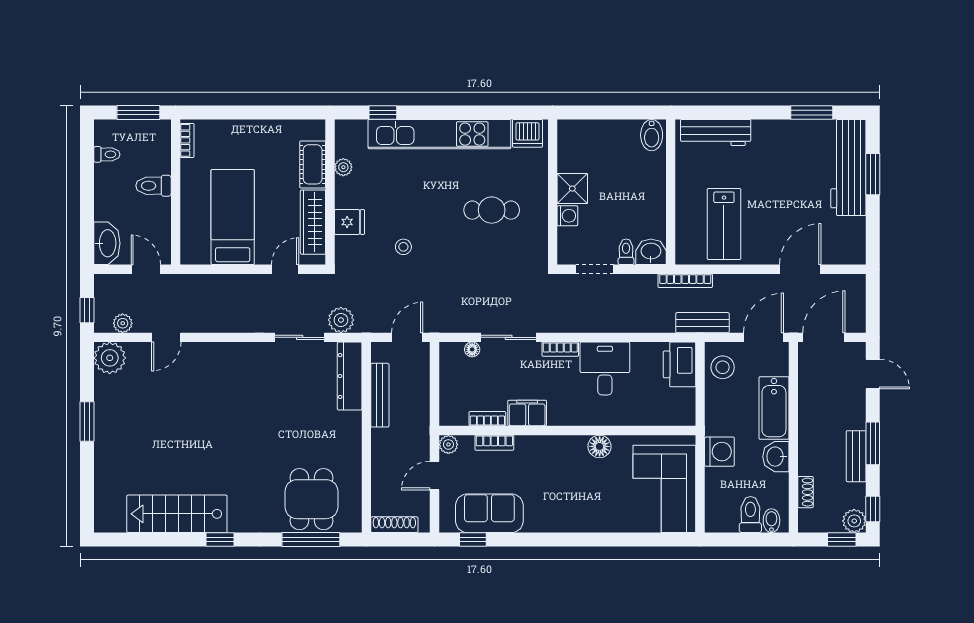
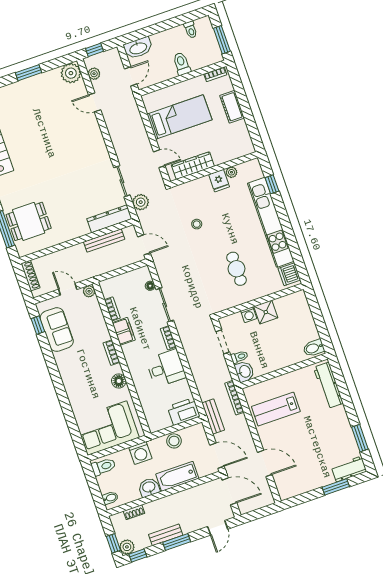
cot: (313, 164) -> (232, 107), moved, turned 90
workbench: (848, 168) -> (349, 469), width x0.53, depth x0.76
fridge: (349, 222) -> (219, 181), moved
stool: (723, 367) -> (174, 441), moved
bookcase: (494, 443) -> (111, 353), moved
toilet: (750, 514) -> (103, 467), moved

